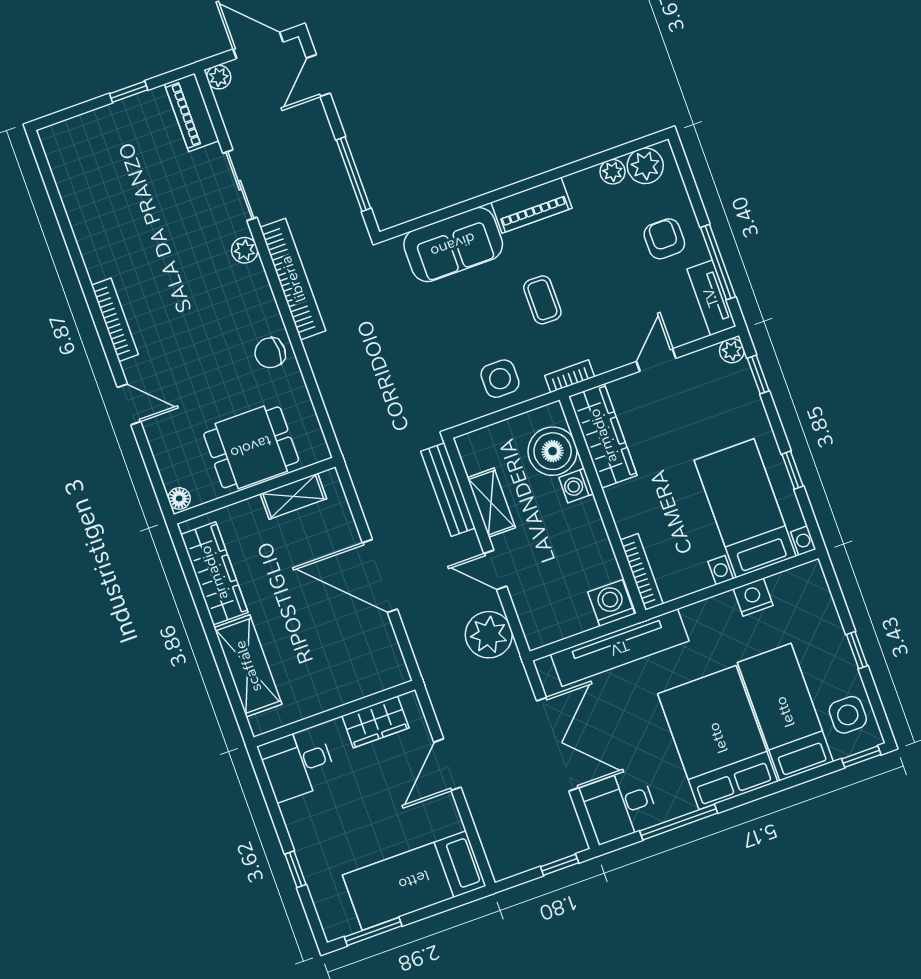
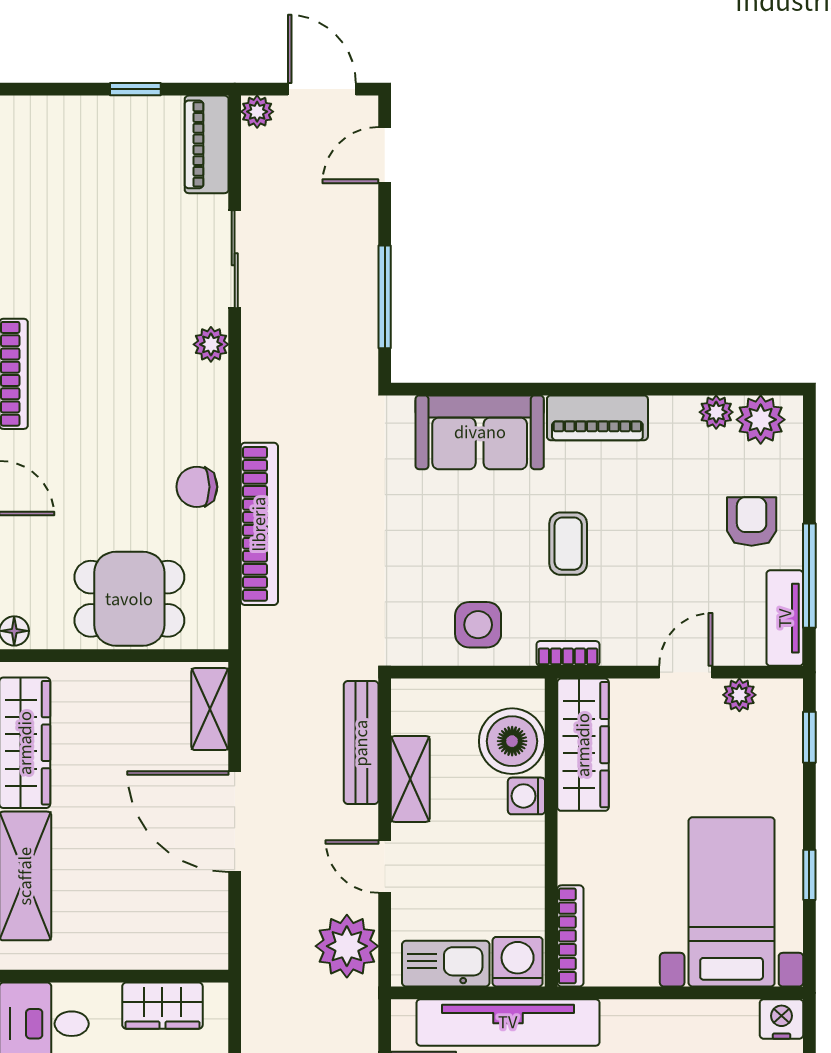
bookcase: (293, 279) -> (259, 524), moved
plant: (732, 351) -> (739, 695), moved
shelving: (293, 496) -> (210, 709), moved, turned 90
nightstand: (753, 597) -> (781, 1019), moved
kitchen sink: (562, 622) -> (446, 964), added

